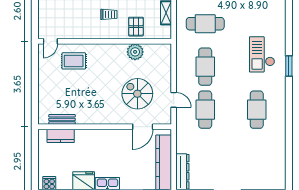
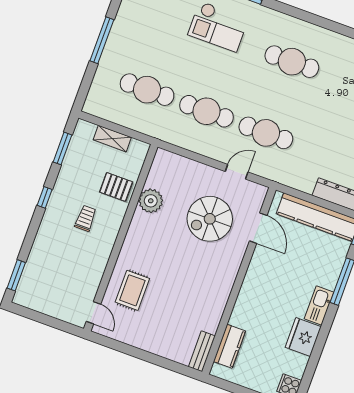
cafe table: (205, 24) -> (147, 90), turned 90
bench: (62, 119) -> (202, 351), moved

